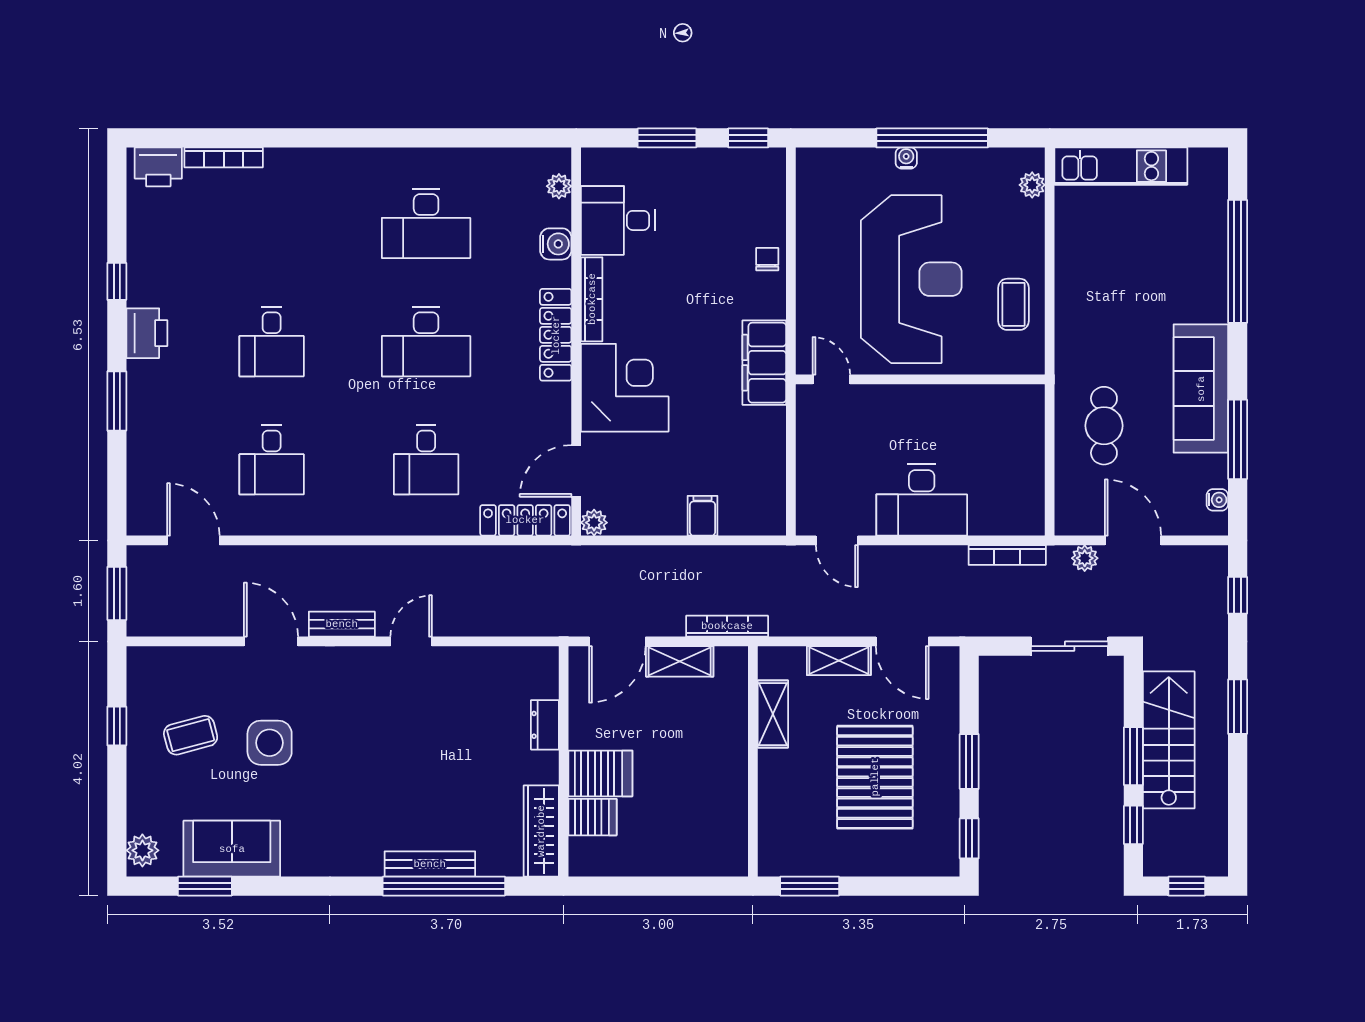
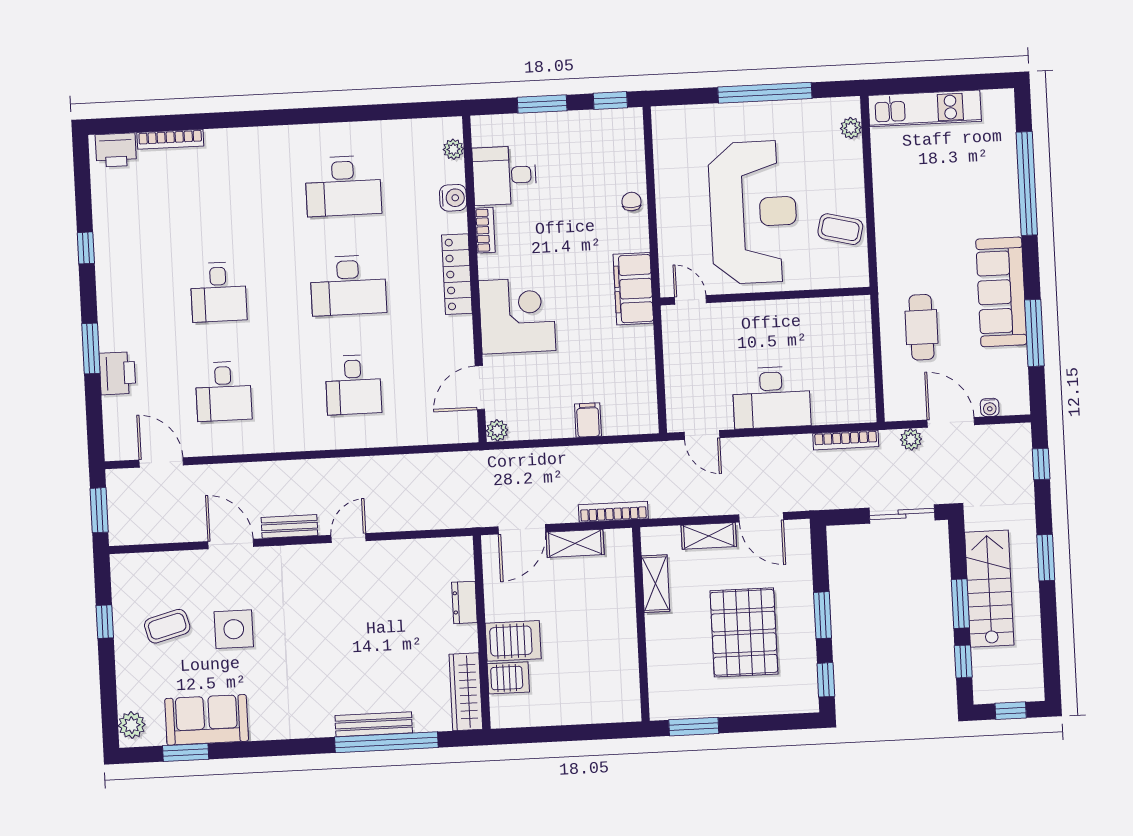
water cooler: (906, 158) -> (744, 111), removed
bookcase: (592, 299) -> (485, 230), width x0.64
coffee table: (1013, 304) -> (840, 229), turned -76
printer: (147, 333) -> (117, 373), moved
water cooler: (1217, 500) -> (990, 407), moved, turned 90
locker: (525, 520) -> (439, 431), removed

